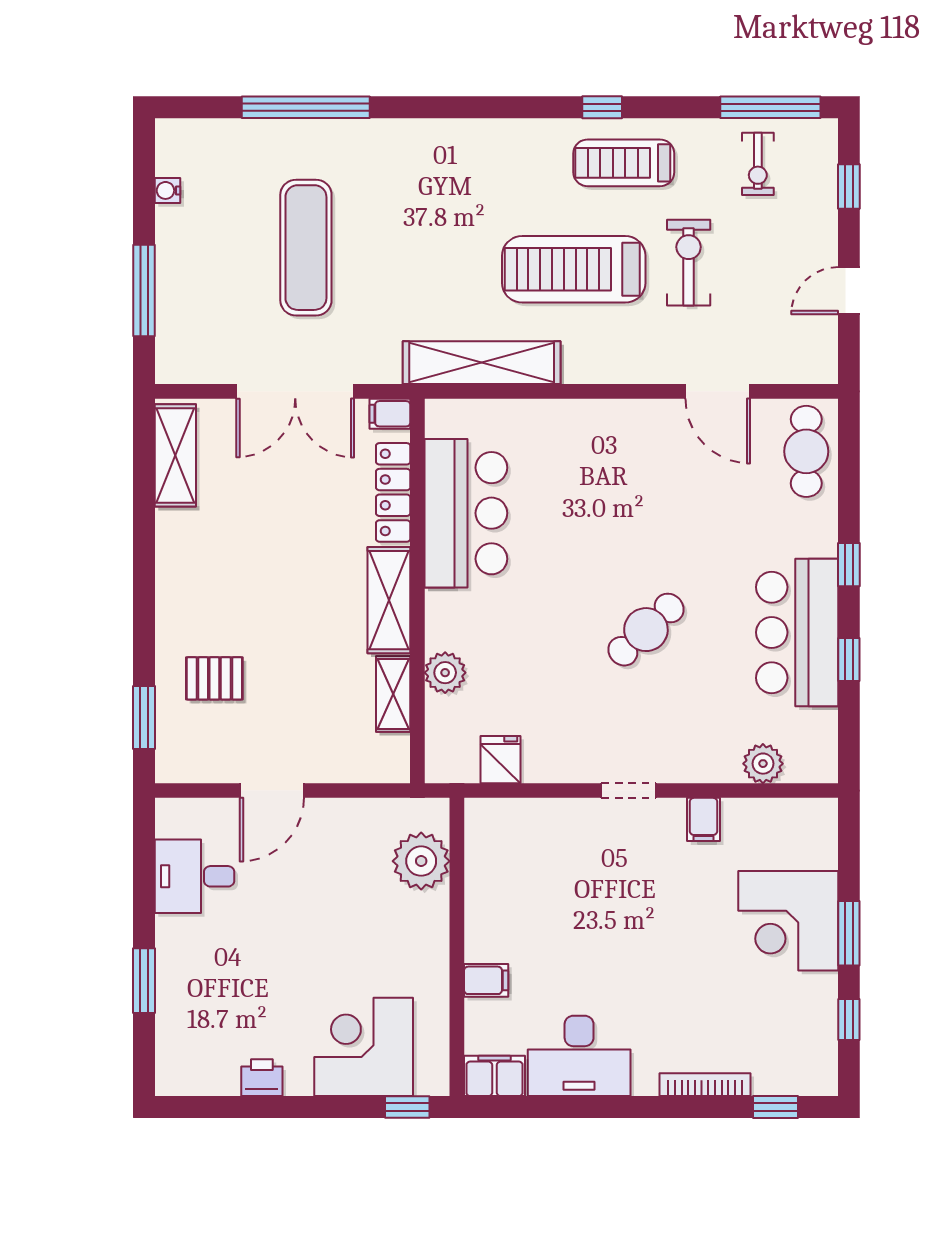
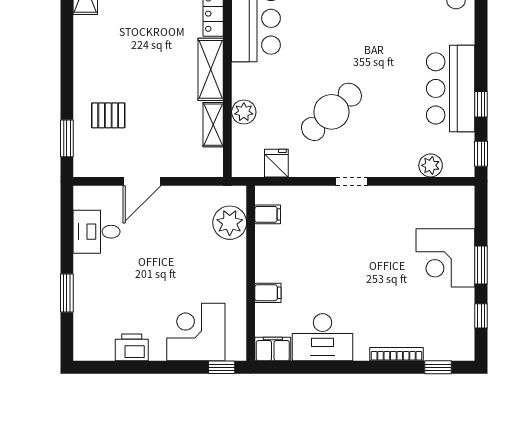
window: (849, 565) -> (481, 154), moved
cafe table: (646, 630) -> (331, 112), moved, width x1.37, depth x1.35
filing cabinet: (703, 819) -> (268, 214), moved, turned -90
printer: (262, 1078) -> (132, 347), width x1.36, depth x1.24

